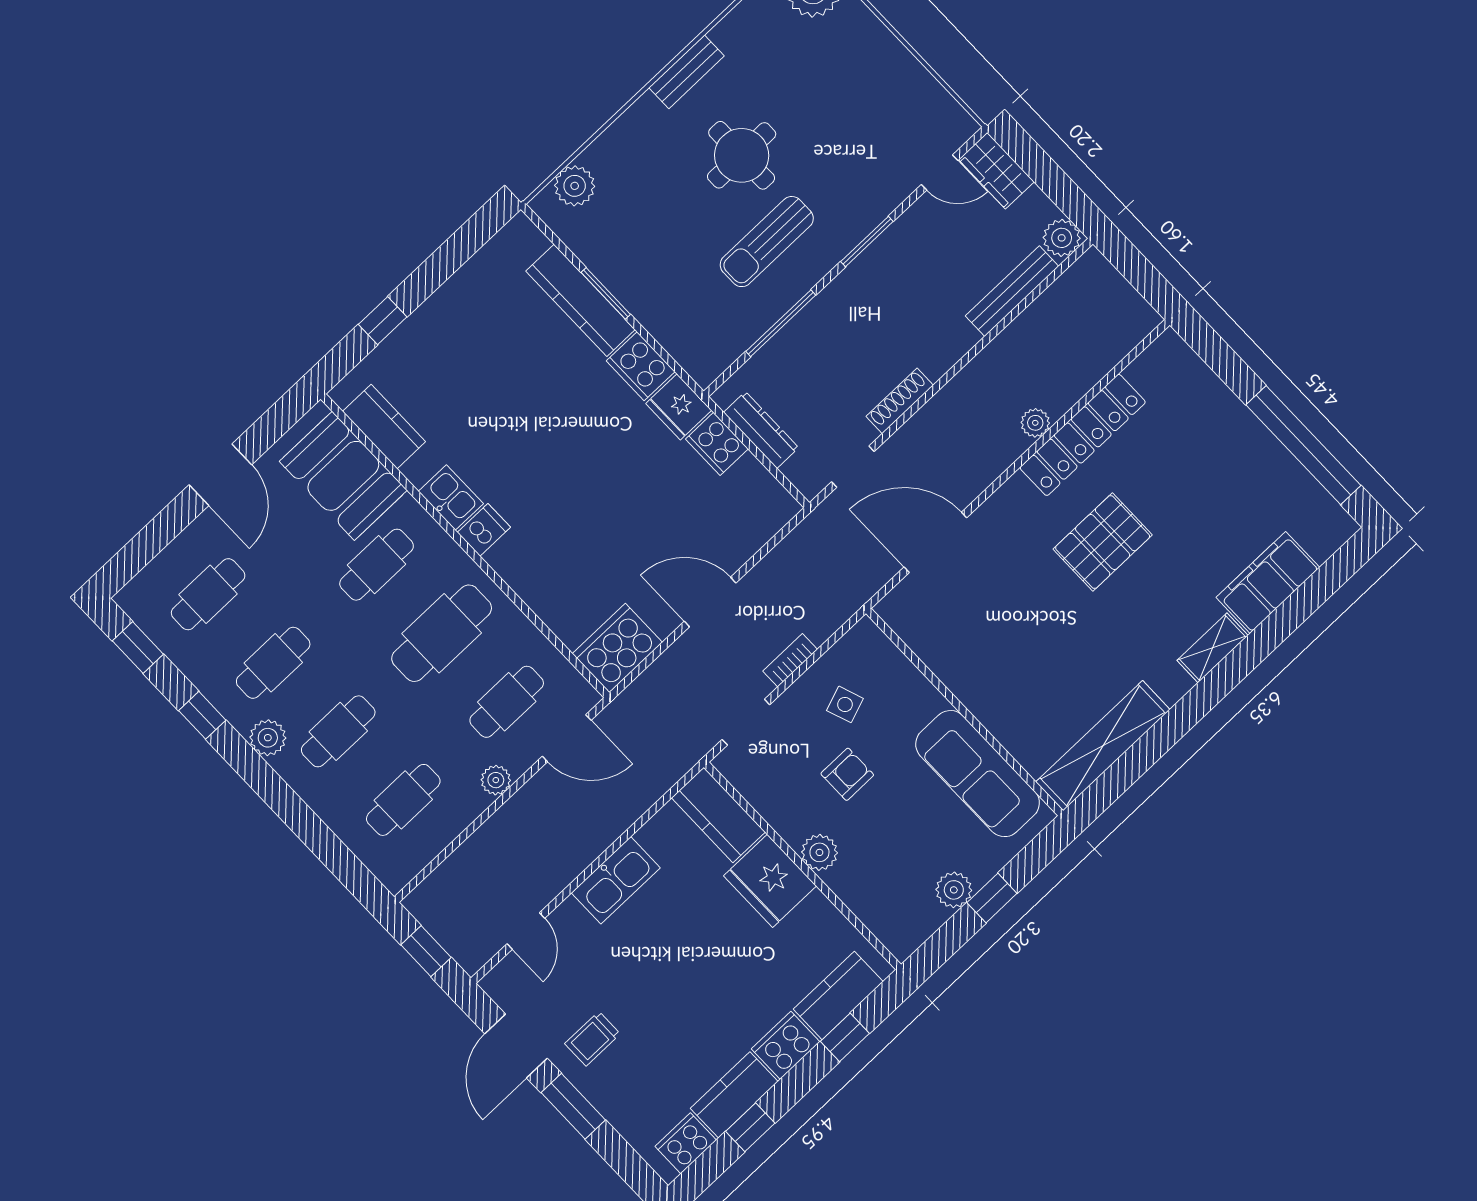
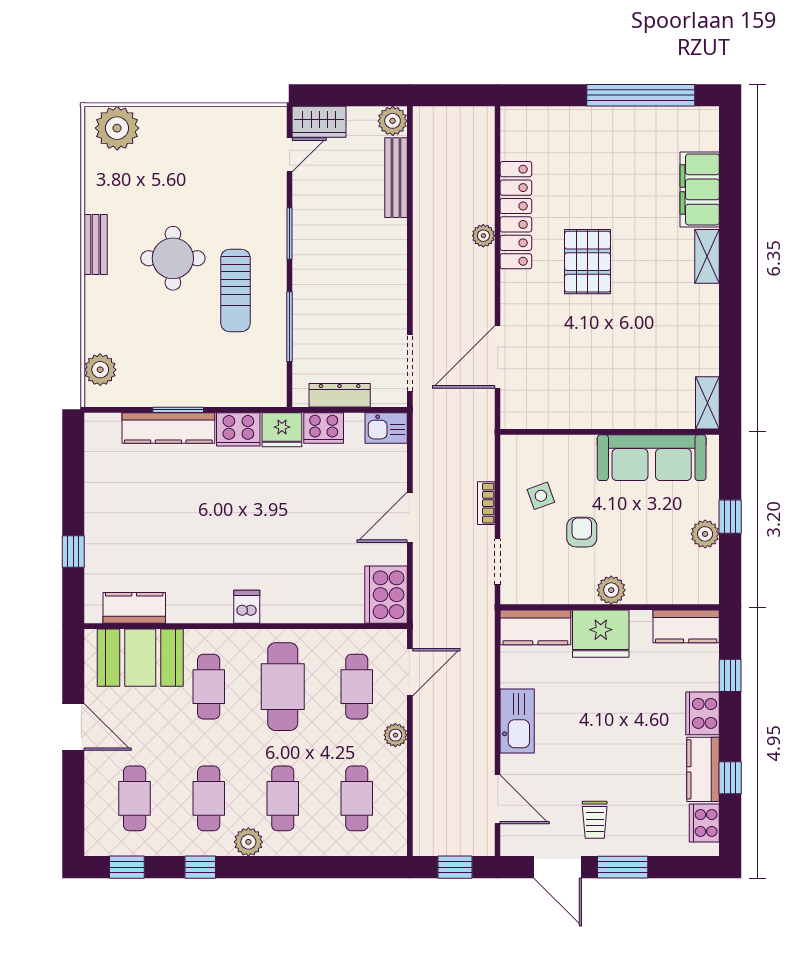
shoe rack: (900, 401) -> (398, 301), removed
doorway: (853, 467) -> (410, 363), width x1.38
kitchen sink: (451, 498) -> (386, 428), moved, turned 180
shelving: (1103, 746) -> (707, 403), width x0.45, depth x0.75
door: (526, 931) -> (498, 799), width x1.38
kitchen counter: (838, 995) -> (686, 626), moved, turned -90

